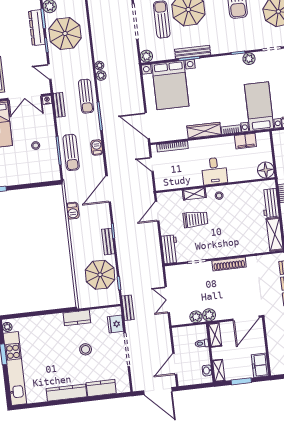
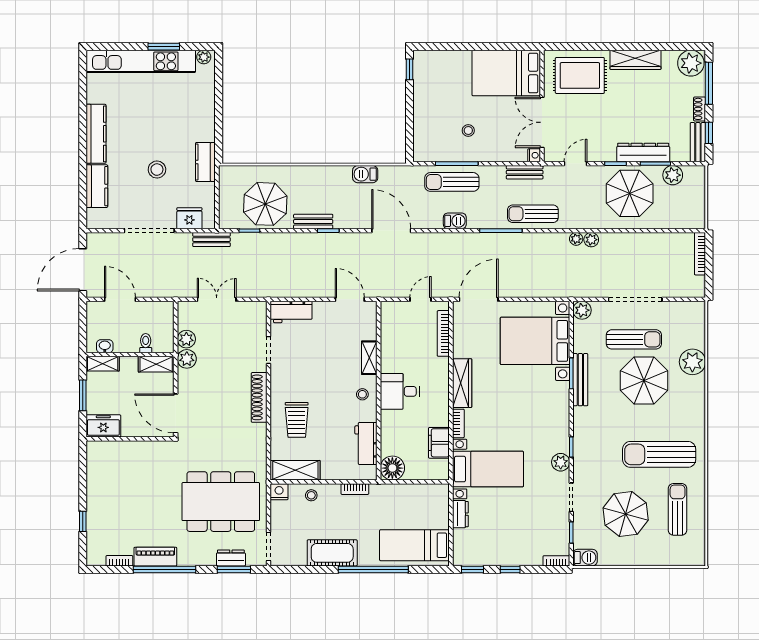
plant: (101, 76) -> (591, 240), moved
workbench: (270, 203) -> (366, 444), moved, turned -90
trolley: (195, 219) -> (297, 420), moved

